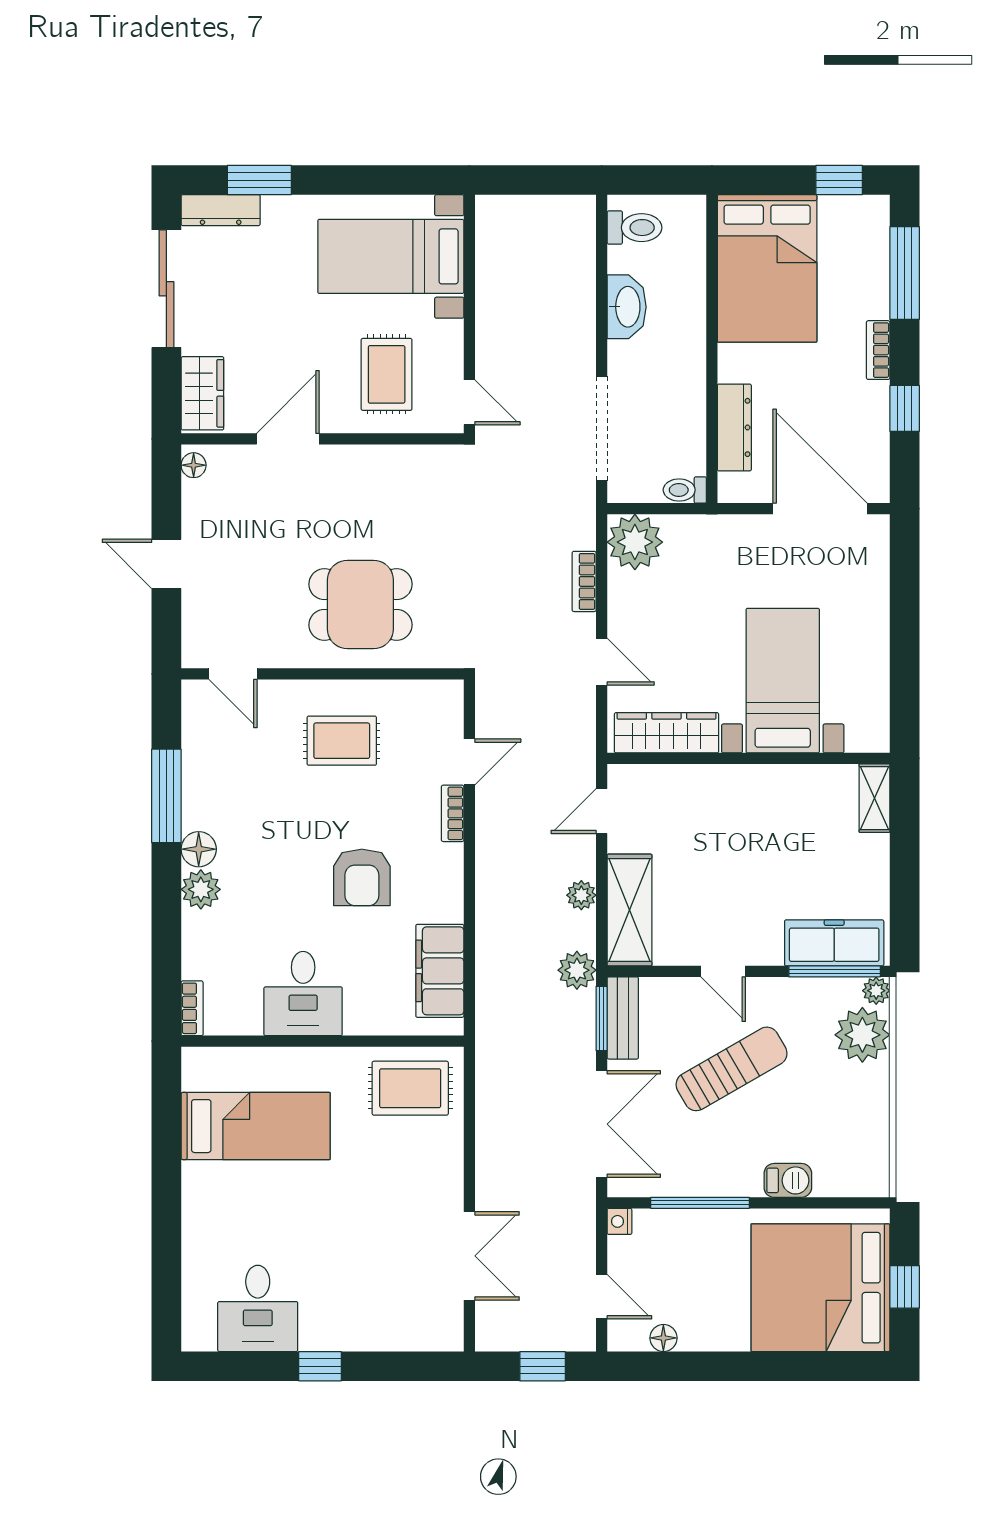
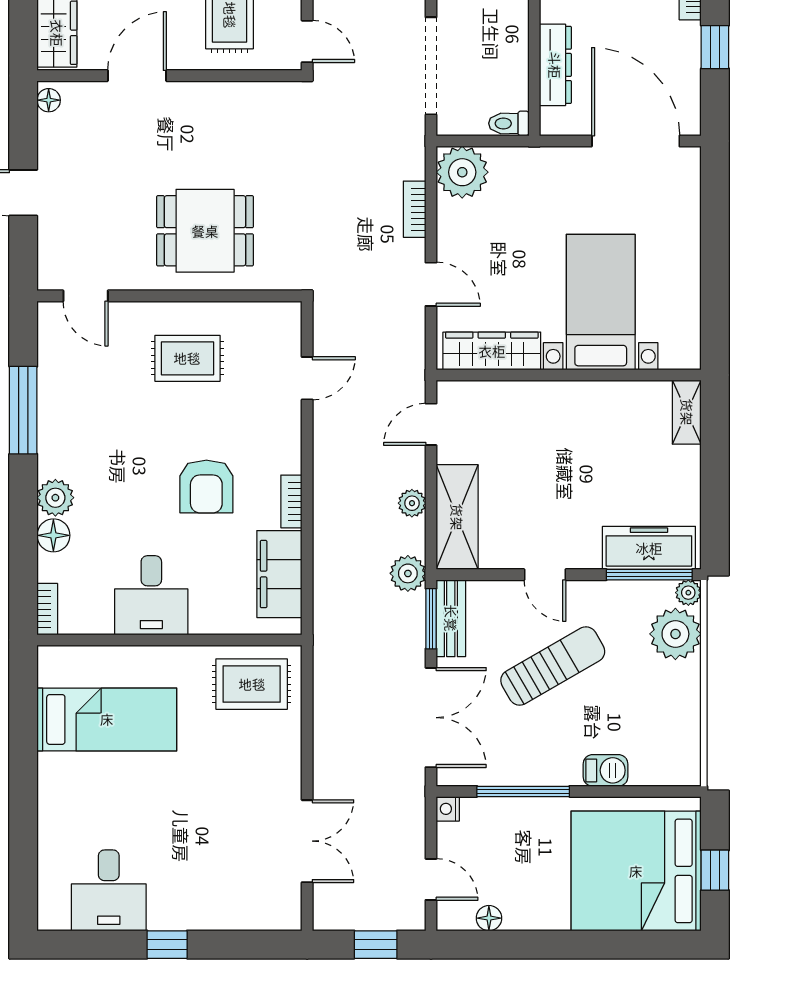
bookcase: (453, 813) -> (291, 501), moved
floor lamp: (199, 849) -> (53, 535), moved

